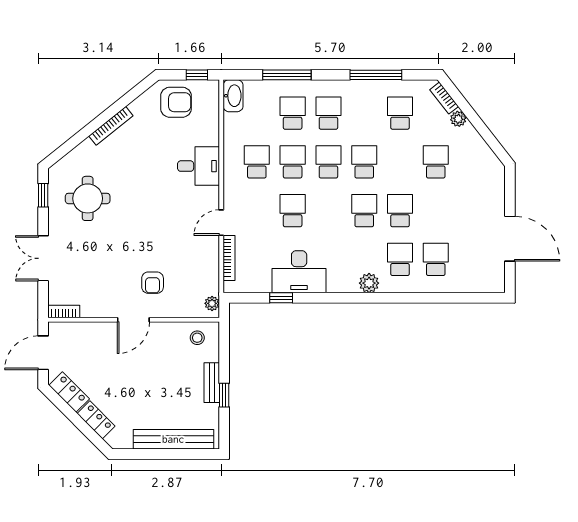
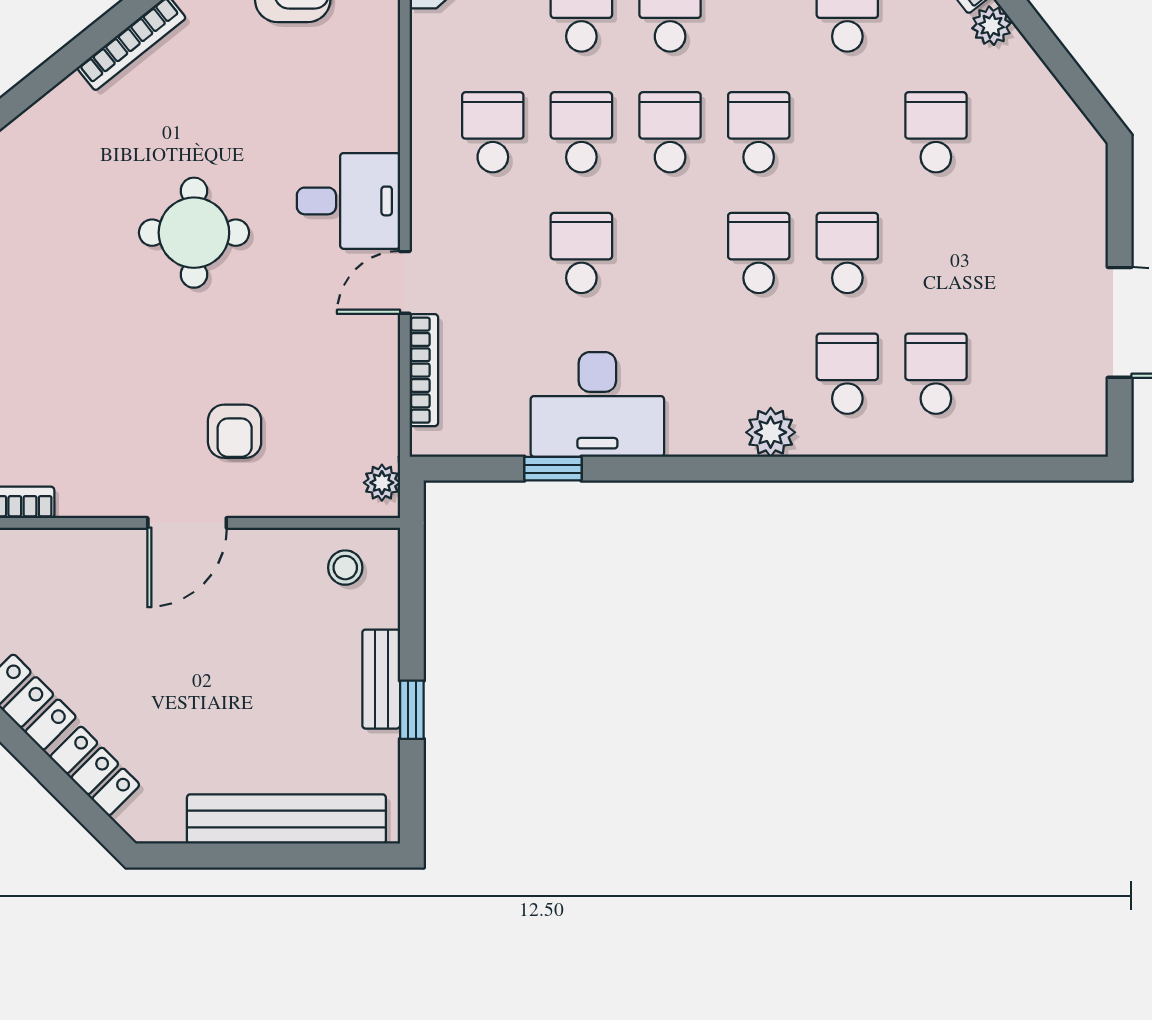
desk: (199, 166) -> (348, 201), moved
round table: (88, 198) -> (194, 233), moved

